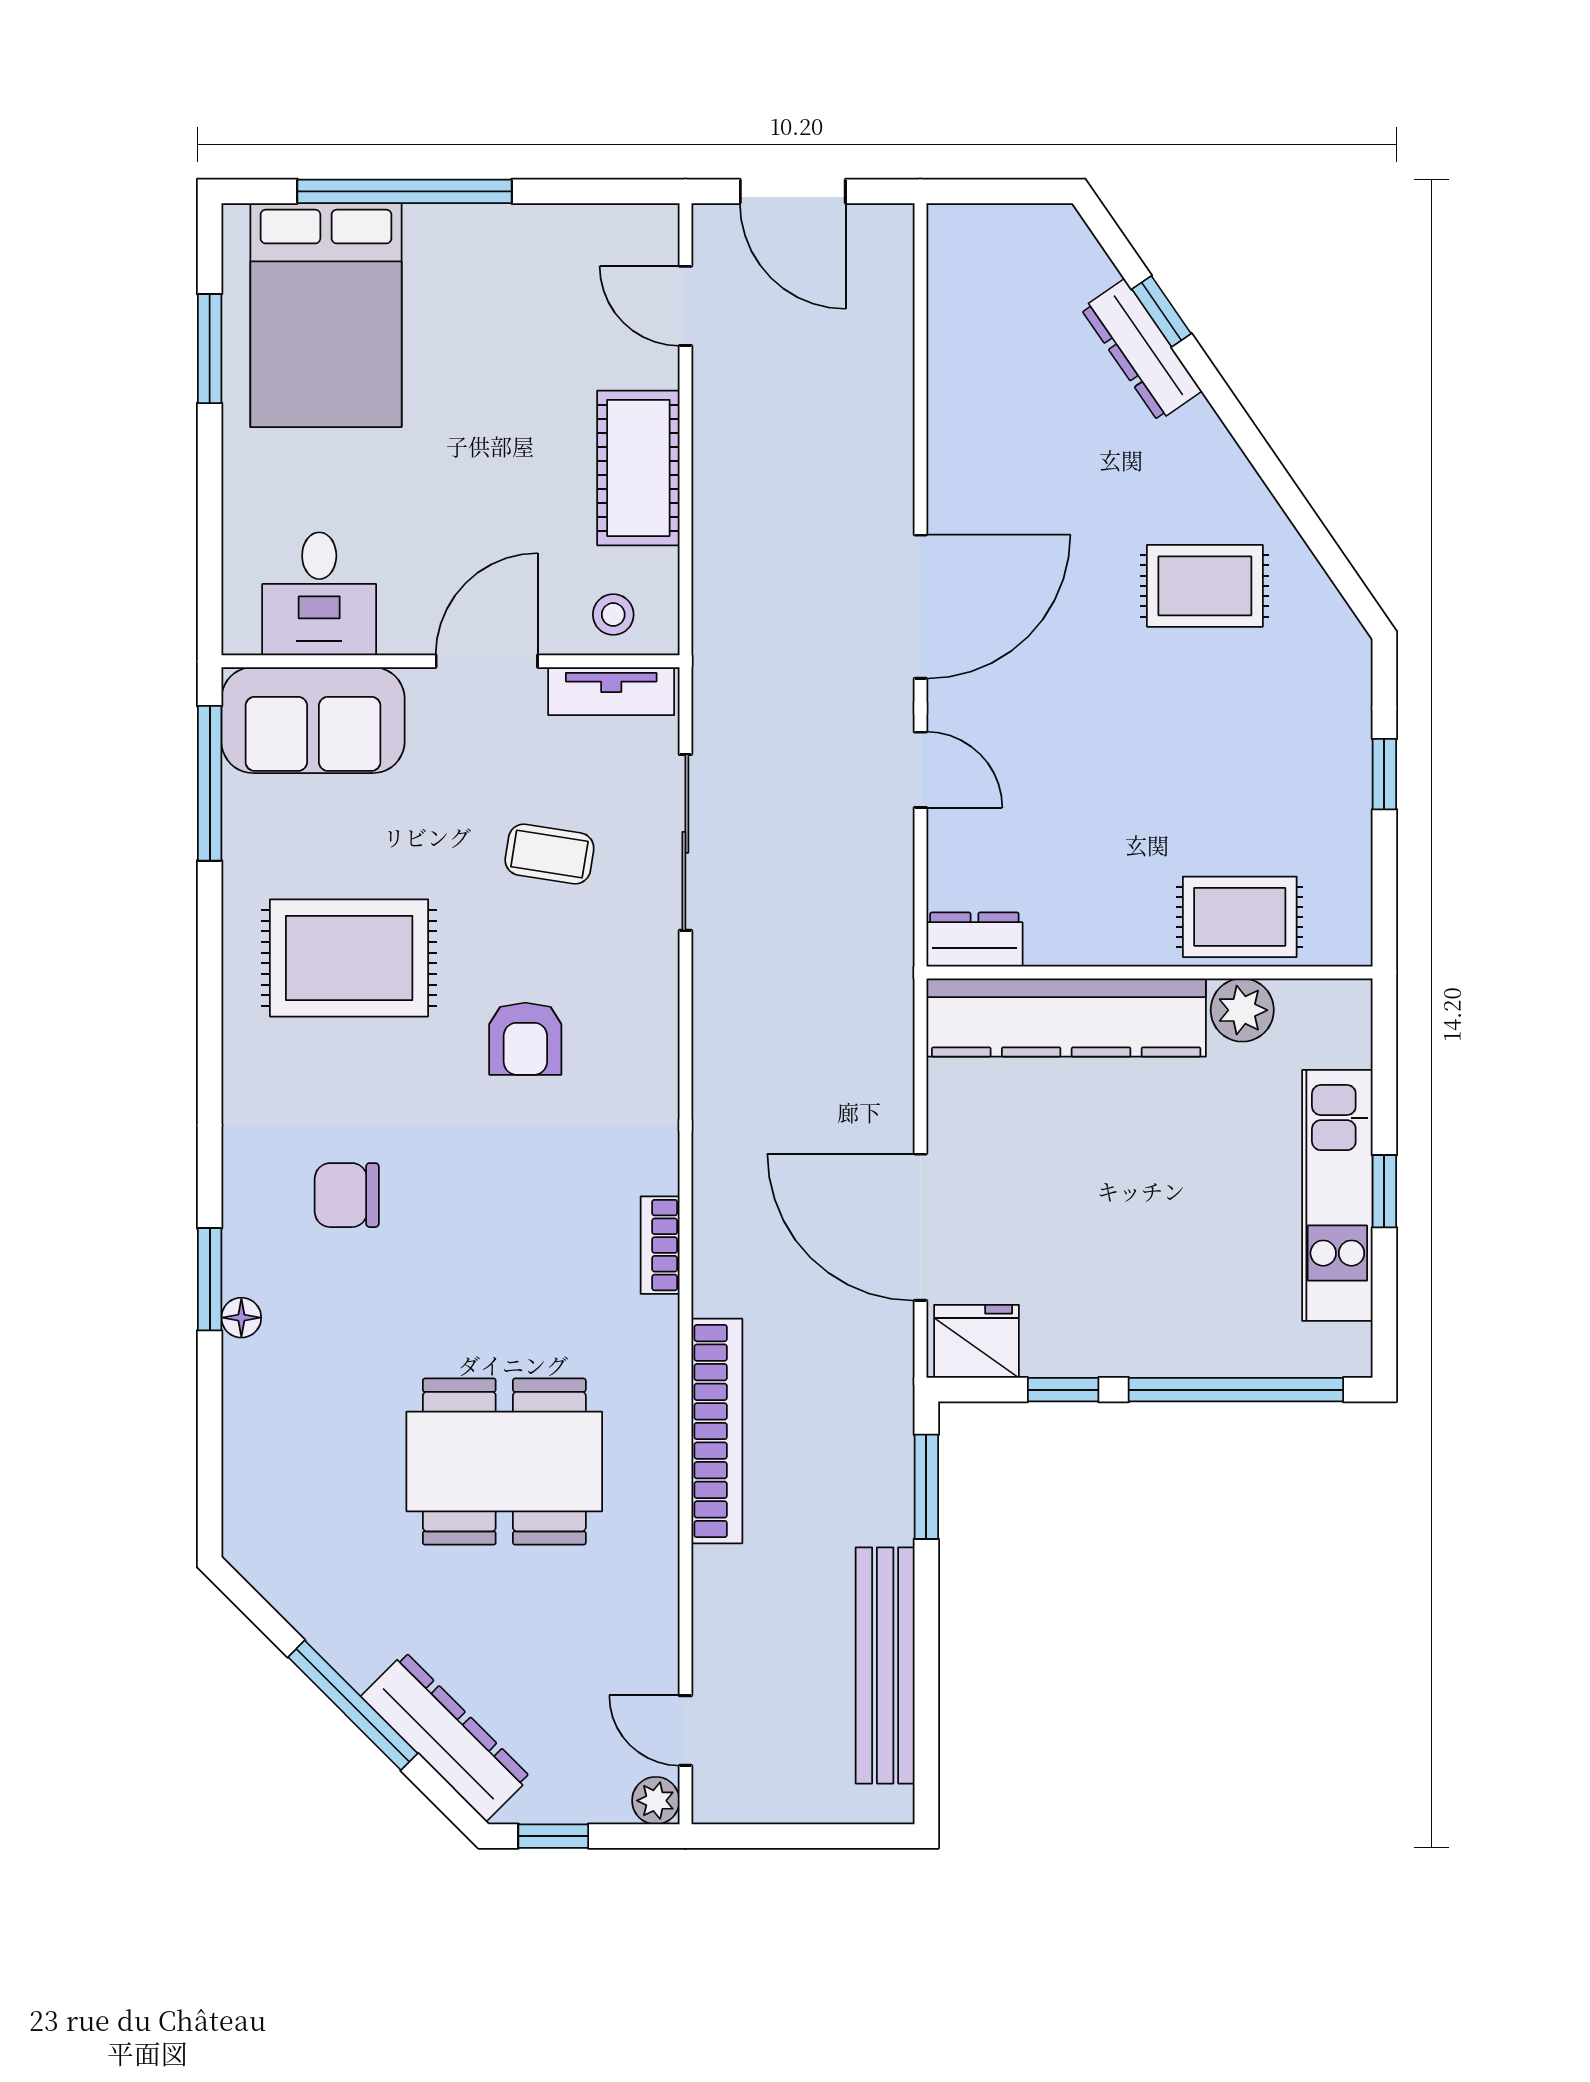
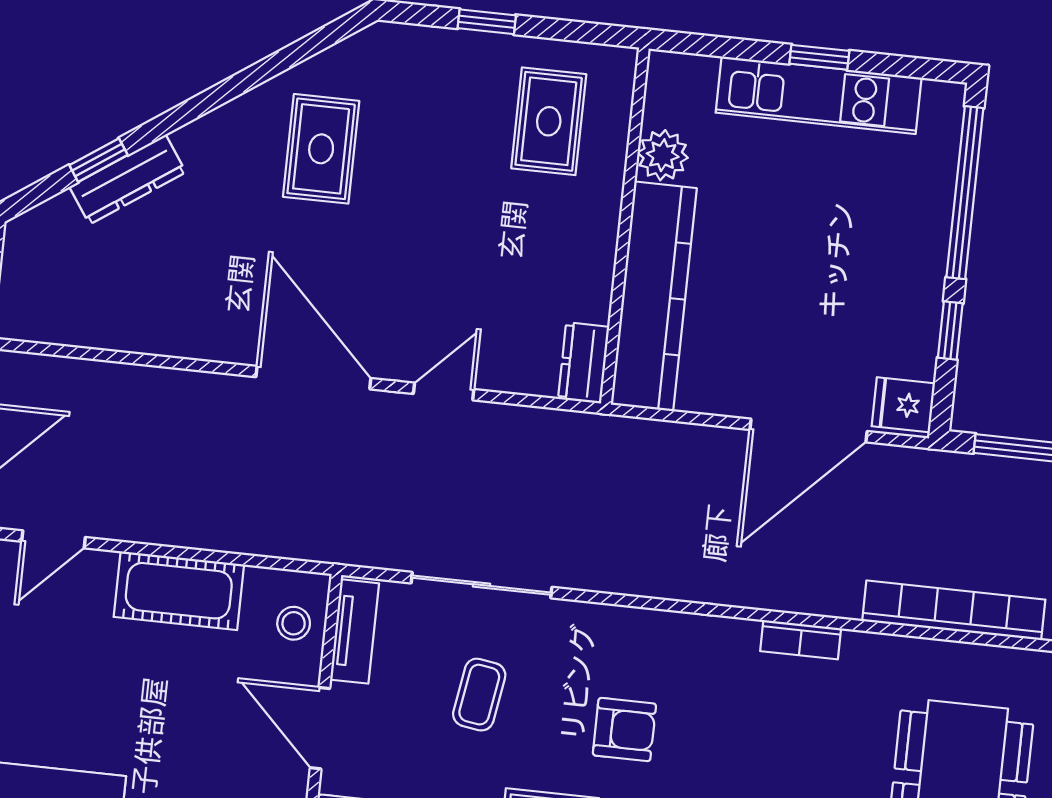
rug: (1240, 917) -> (549, 121), moved
fridge: (977, 1341) -> (903, 405), width x0.72

